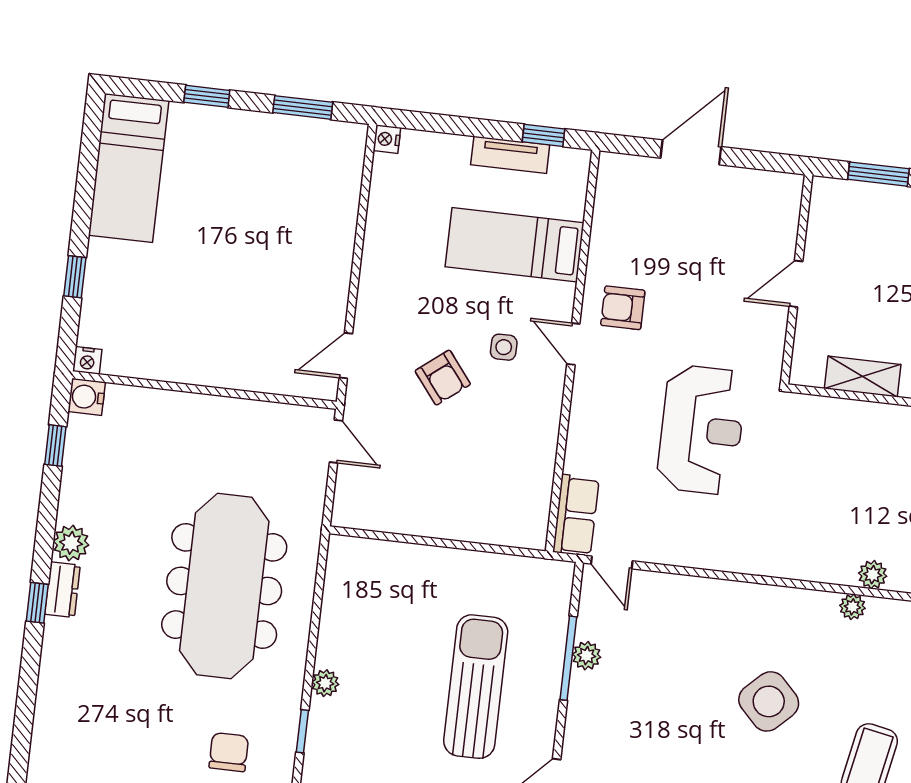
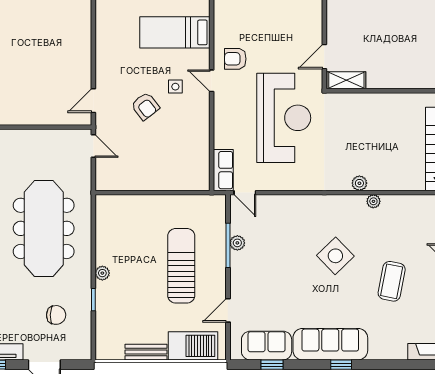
door: (796, 284) -> (324, 57), moved
shelving: (863, 377) -> (346, 80), moved
reception desk: (701, 430) -> (284, 118), width x1.36, depth x1.30
plant: (873, 575) -> (359, 183), moved
chair: (229, 752) -> (56, 315), turned 92

